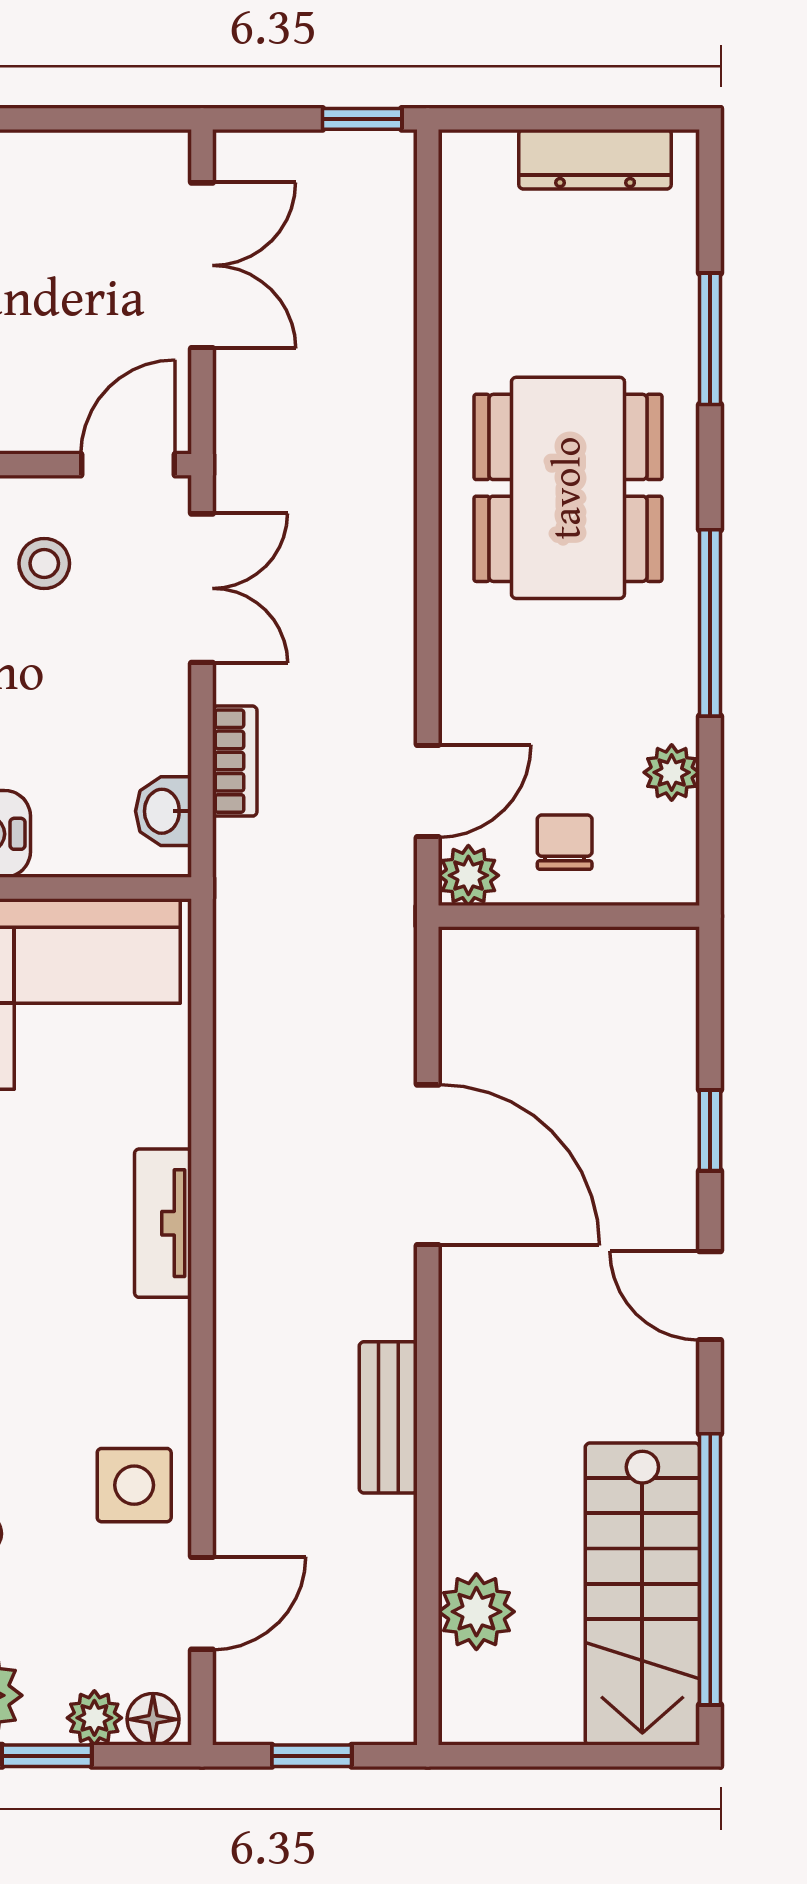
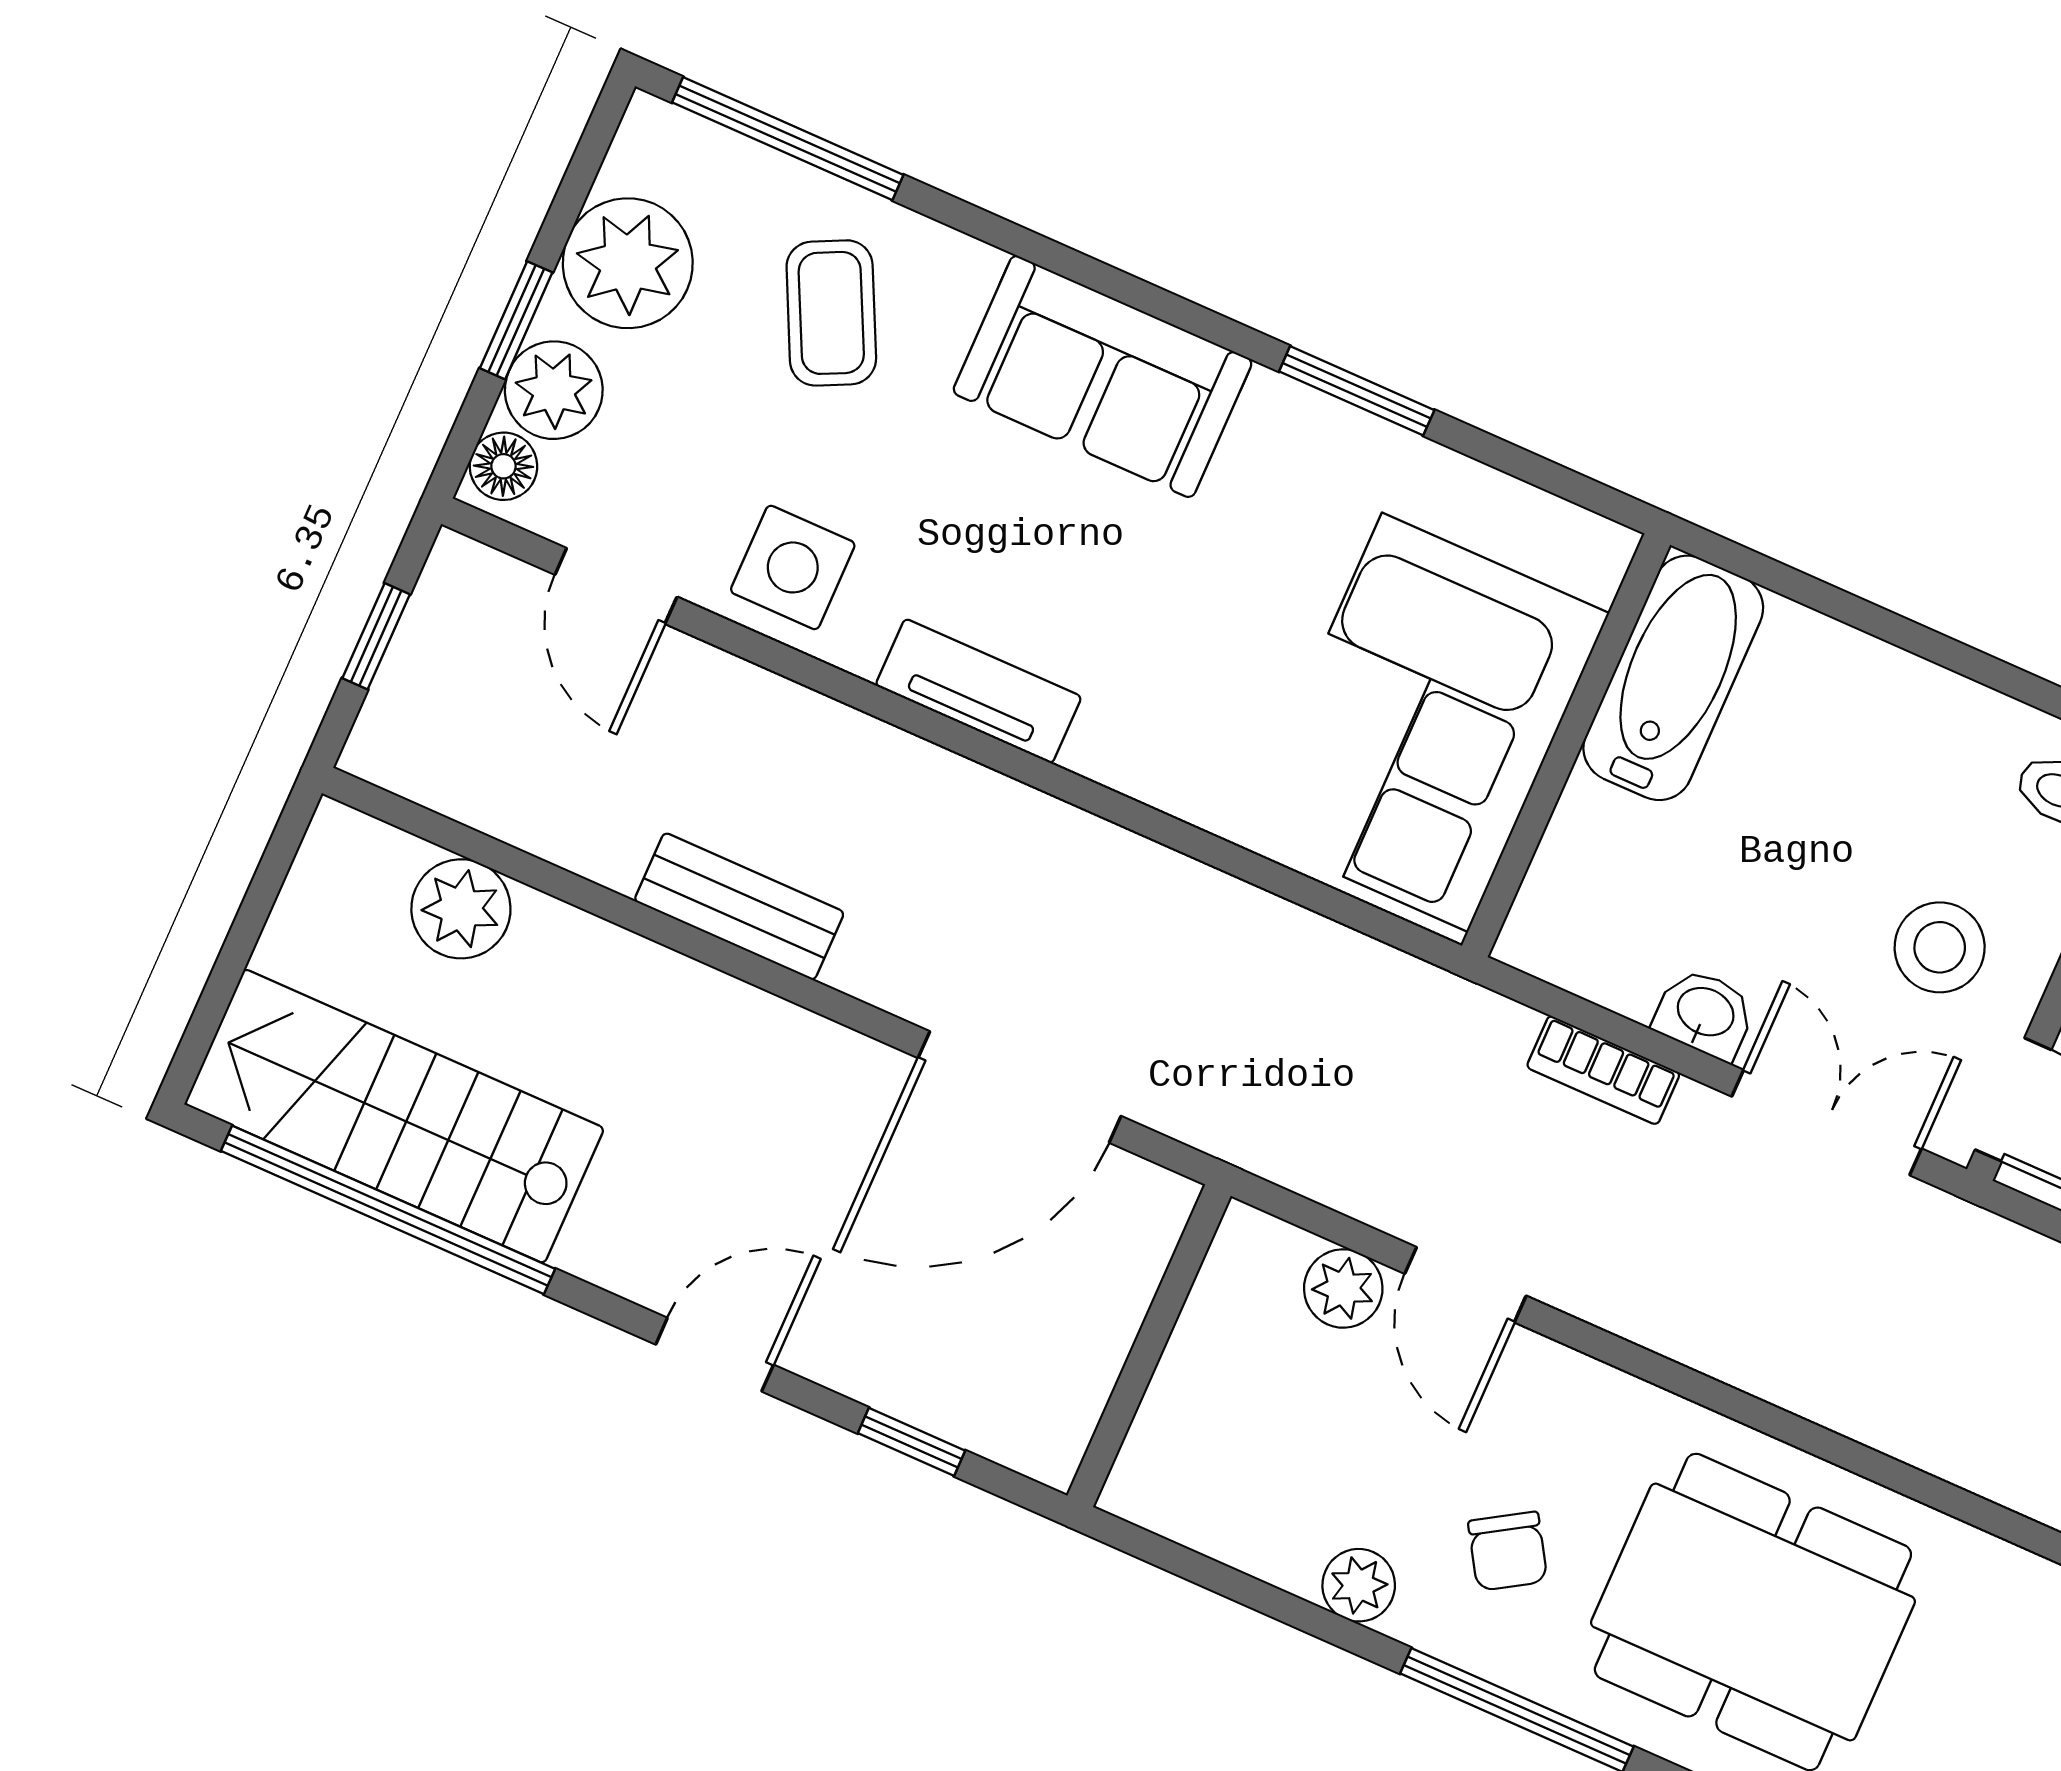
stool: (44, 563) -> (1940, 947), width x1.37, depth x1.37
double door: (202, 588) -> (1827, 1122), swing flipped
washbasin: (164, 811) -> (1705, 1014), moved
chair: (565, 842) -> (1508, 1551), moved, turned 58
wall: (569, 916) -> (1149, 1346), moved
tv unit: (163, 1223) -> (978, 691), moved
plant: (94, 1718) -> (554, 390), width x1.38, depth x1.38

